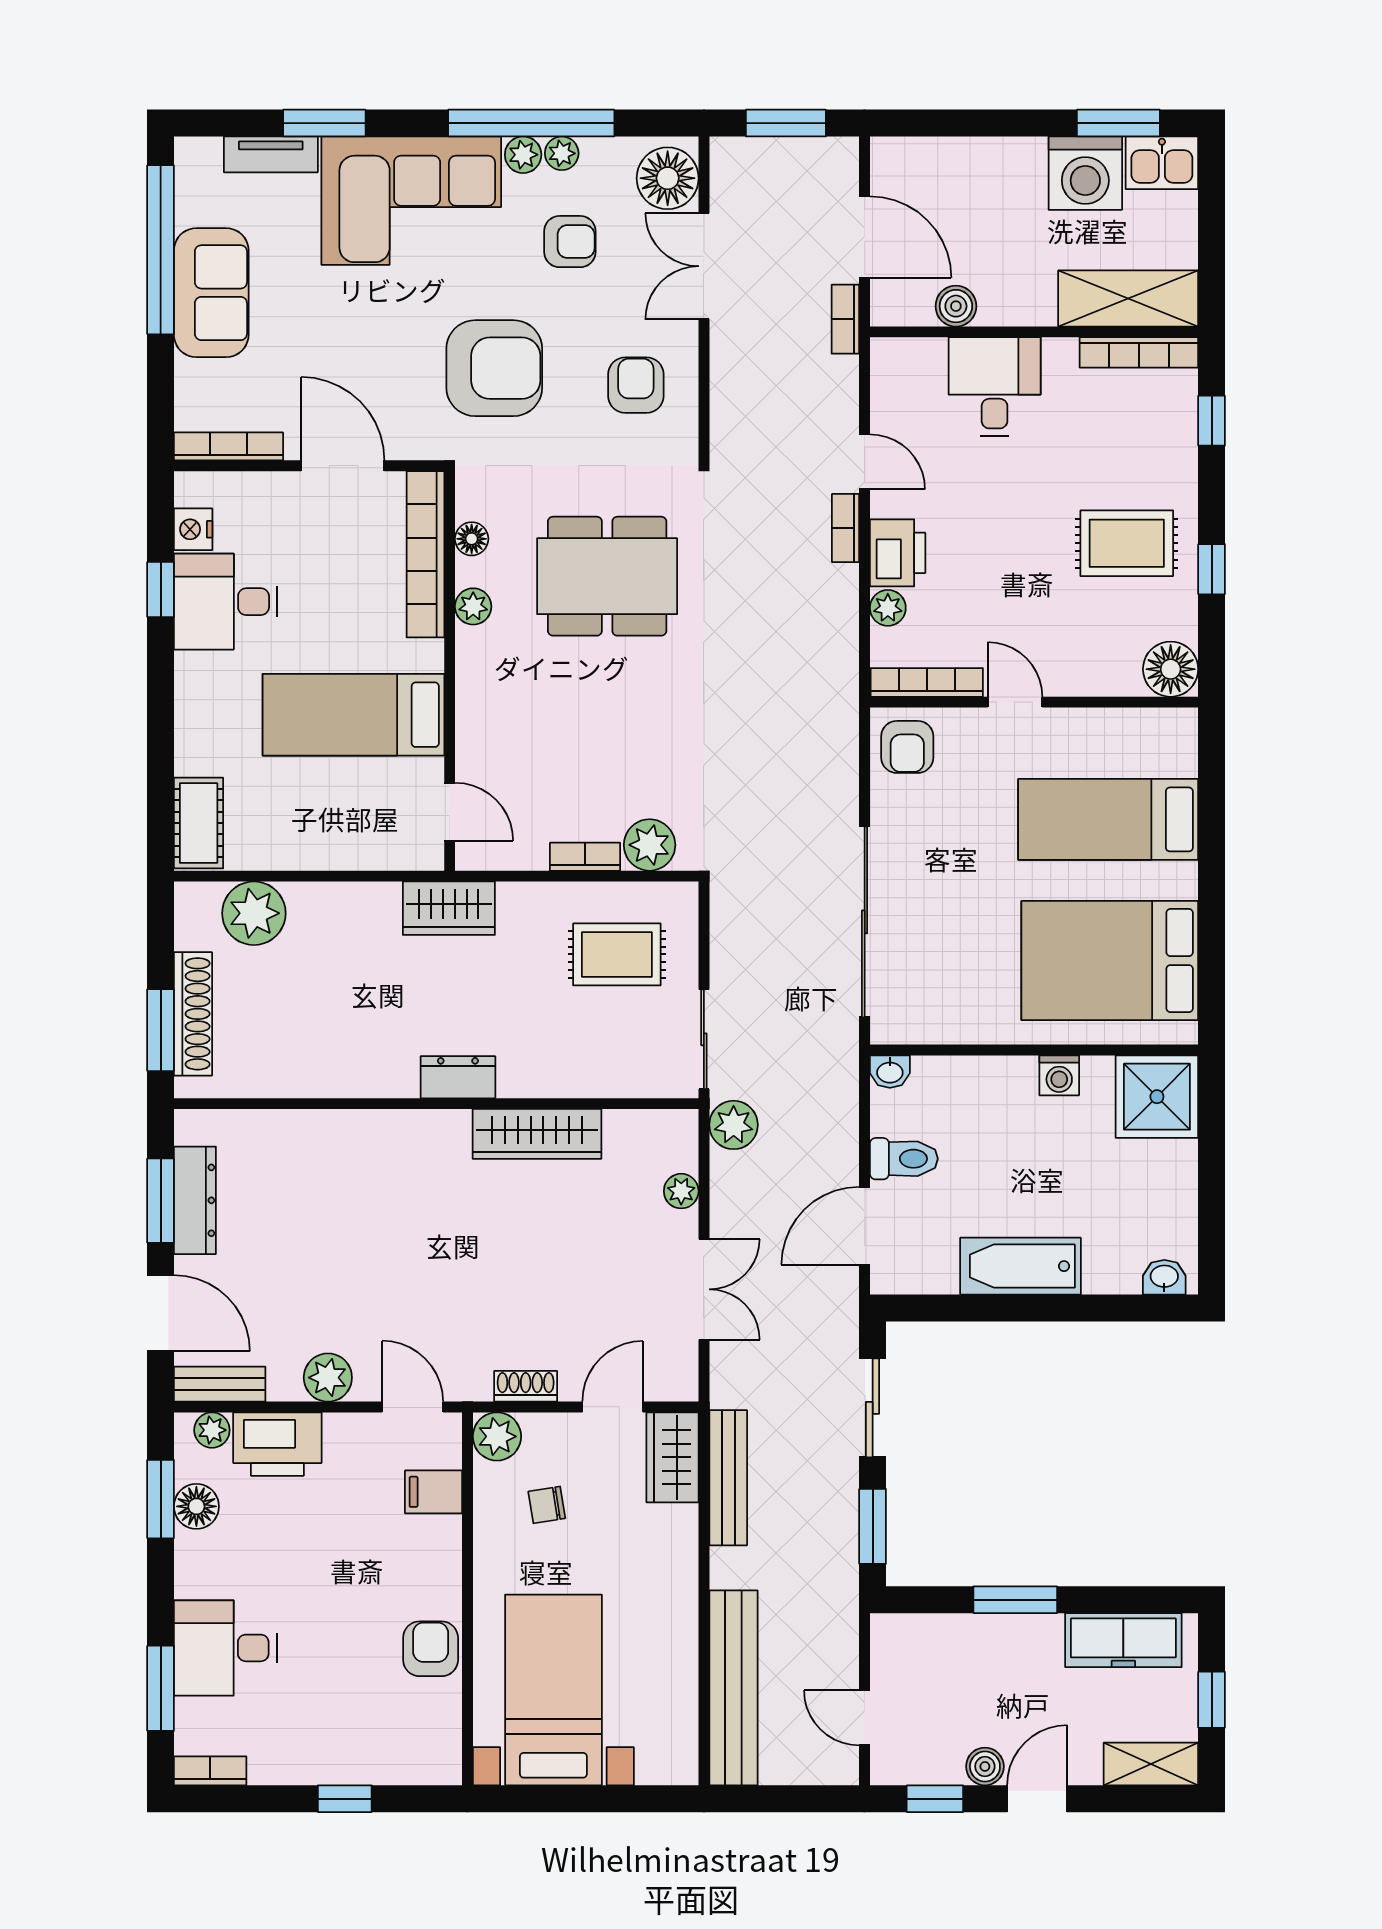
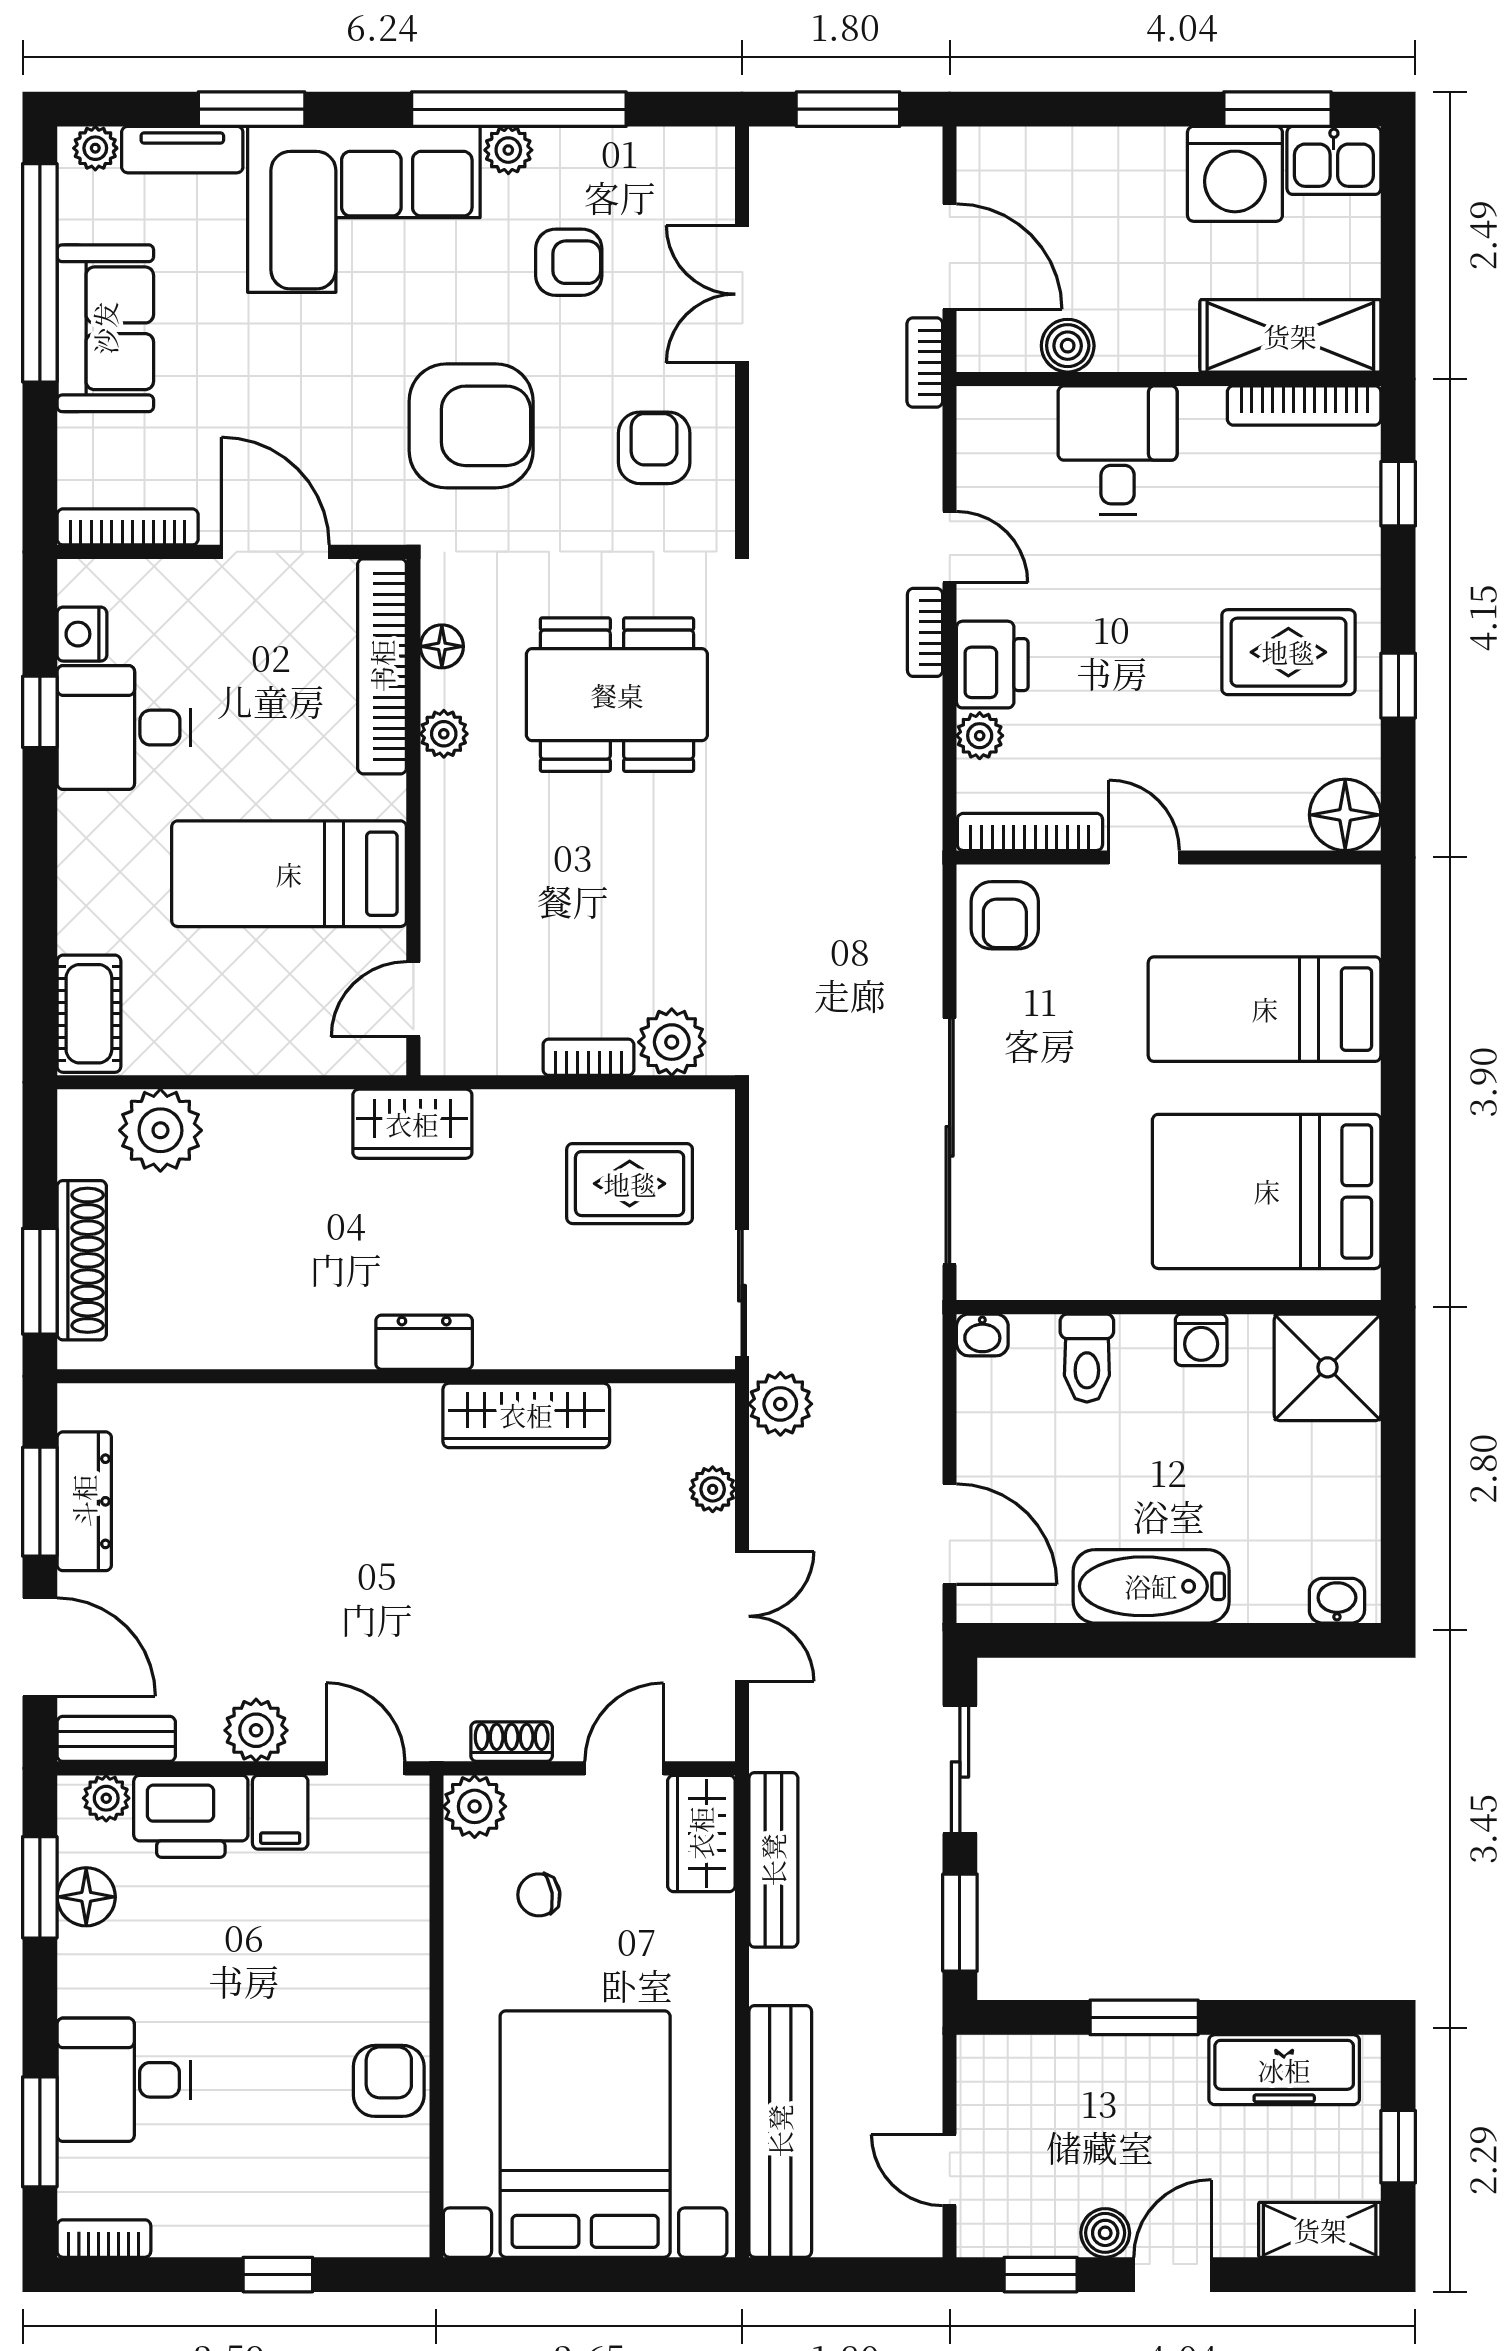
plant: (562, 153) -> (95, 148), moved
floor lamp: (668, 178) -> (695, 180), removed
door: (450, 812) -> (413, 999), swing flipped
toilet: (904, 1159) -> (1087, 1358), moved, turned 90
door: (865, 1226) -> (950, 1534), swing flipped
filing cabinet: (434, 1492) -> (280, 1812), moved, turned -90
bed with nightstands: (553, 1690) -> (585, 2134), width x1.36

